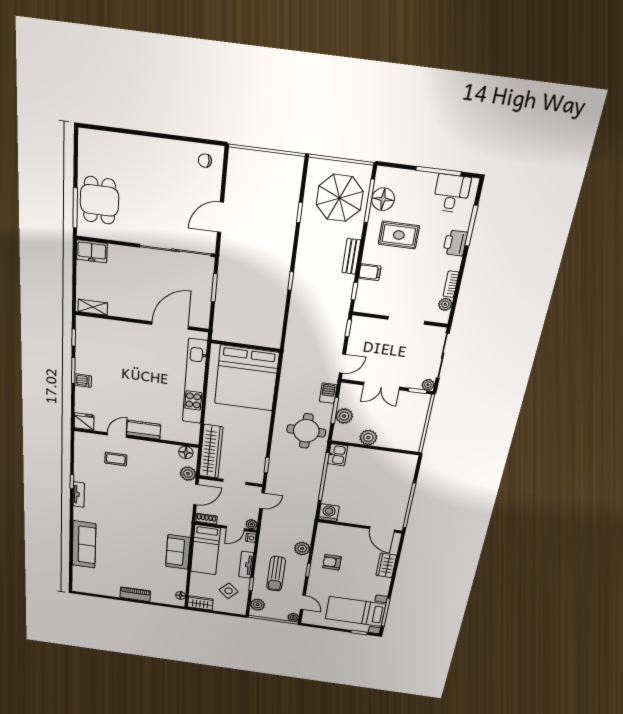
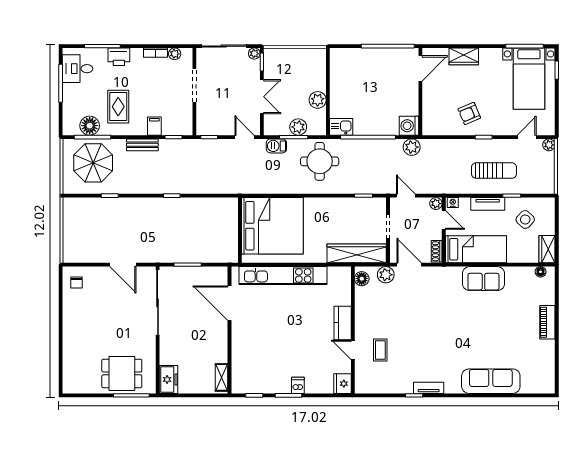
plant: (302, 549) -> (412, 147), moved
armchair: (332, 562) -> (469, 113), turned 67
plant: (258, 605) -> (538, 186), removed

